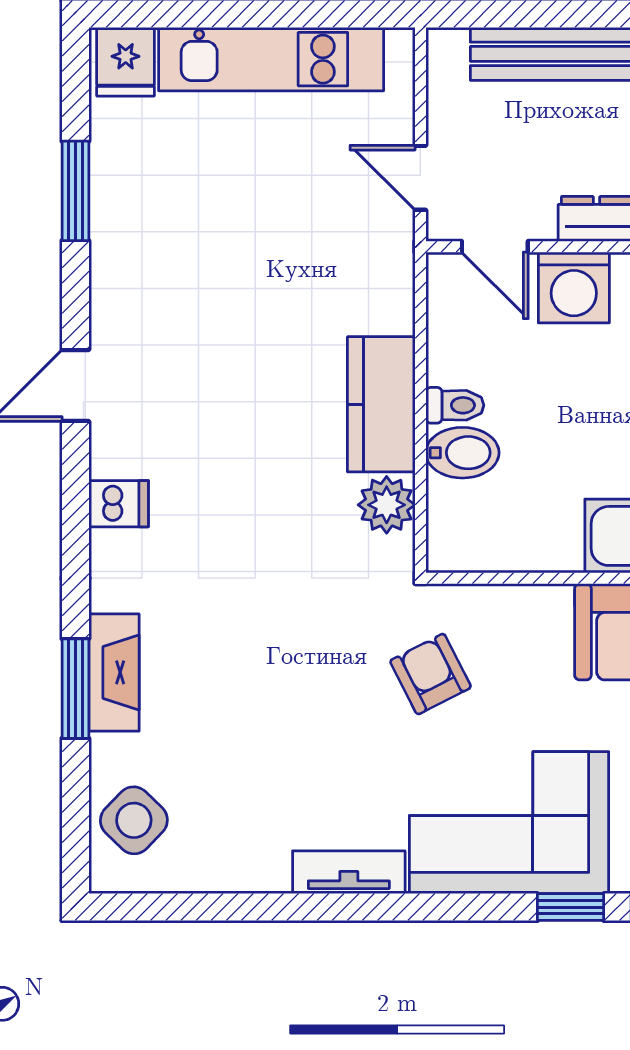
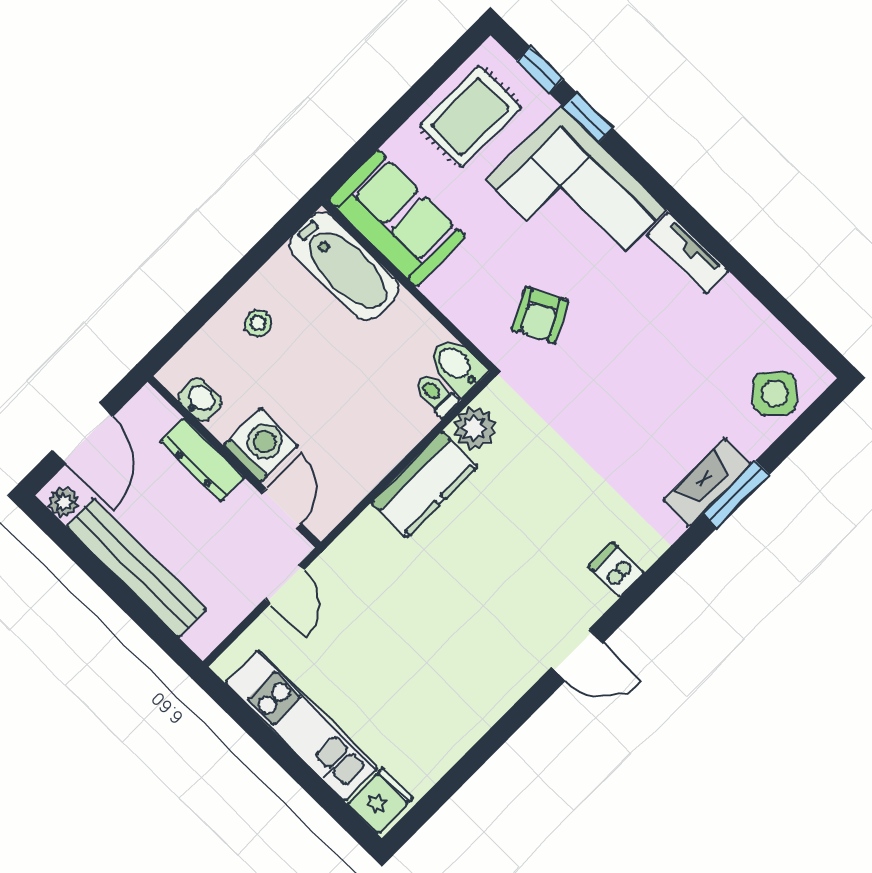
window: (75, 191) -> (475, 758), removed
toilet: (455, 405) -> (436, 395), moved
bidet: (462, 453) -> (457, 366), moved

